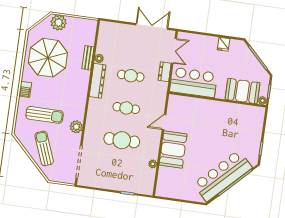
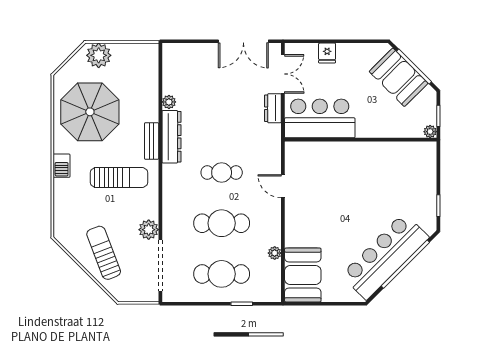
double door: (152, 27) -> (243, 41), swing flipped
fridge: (224, 44) -> (327, 53), moved
bench: (88, 58) -> (152, 141), moved
cafe table: (131, 76) -> (222, 274), moved, width x1.37, depth x1.35
booth: (242, 91) -> (399, 77), moved, turned 45
sun lounger: (45, 115) -> (119, 178), moved
door: (164, 122) -> (283, 186), hinge flipped
plant: (76, 127) -> (149, 230), moved
booth: (173, 150) -> (303, 275), moved

